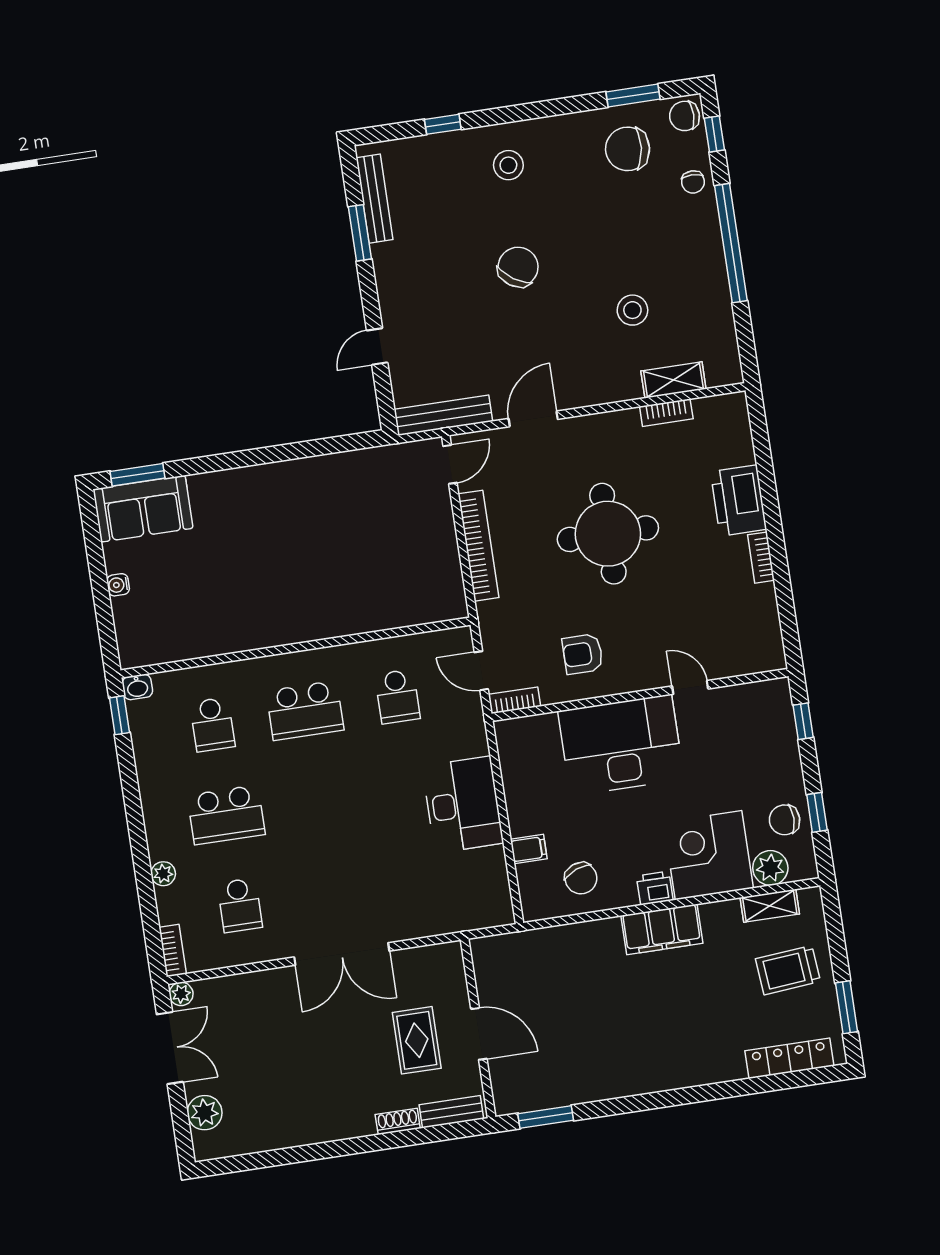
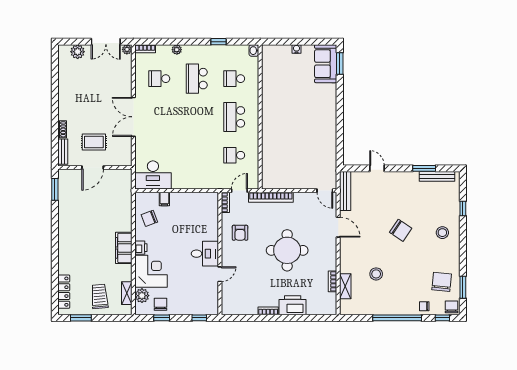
bookcase: (478, 546) -> (271, 197), moved
armchair: (583, 654) -> (240, 233), turned 180
window: (119, 715) -> (219, 42), moved
desk: (621, 745) -> (205, 254), width x0.53, depth x0.77
desk: (463, 805) -> (153, 175), moved

